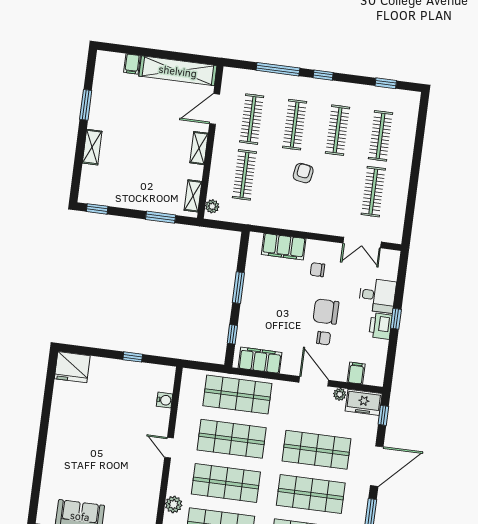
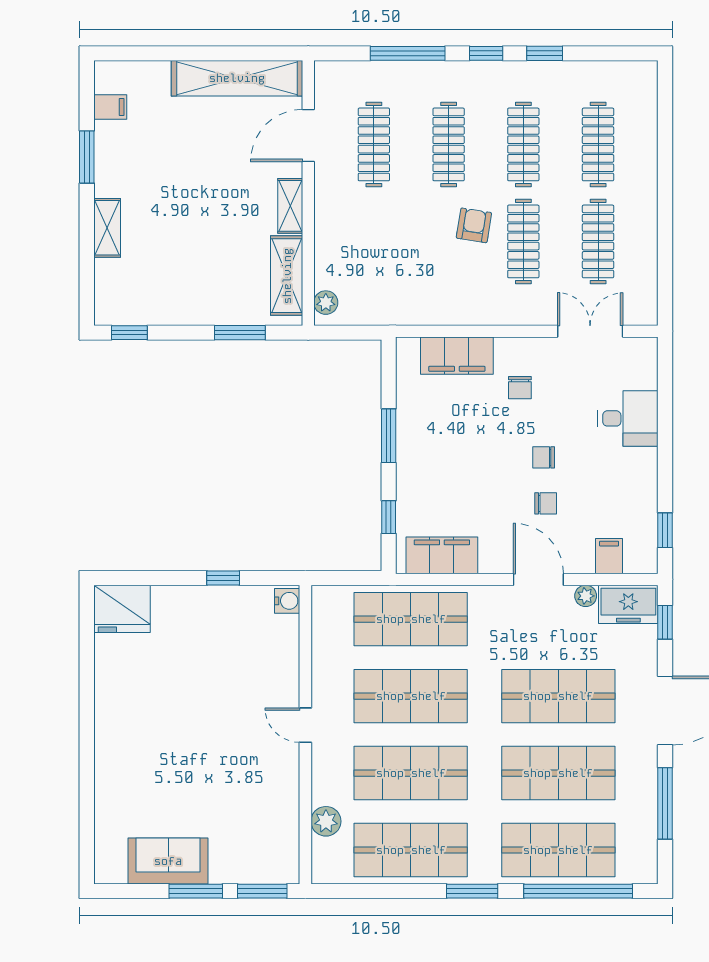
filing cabinet: (132, 64) -> (110, 107), moved, turned -90
window: (386, 83) -> (545, 53), moved
clothes rail: (244, 175) -> (523, 241), moved
shelving: (193, 196) -> (287, 276), width x1.50, depth x1.33
double door: (362, 243) -> (590, 331), swing flipped
chair: (317, 270) -> (520, 388), turned -90
chair: (326, 312) -> (544, 457), width x0.54, depth x0.54
window: (396, 319) -> (665, 530), moved
printer: (381, 326) -> (640, 470), removed
water cooler: (165, 400) -> (287, 601), moved

